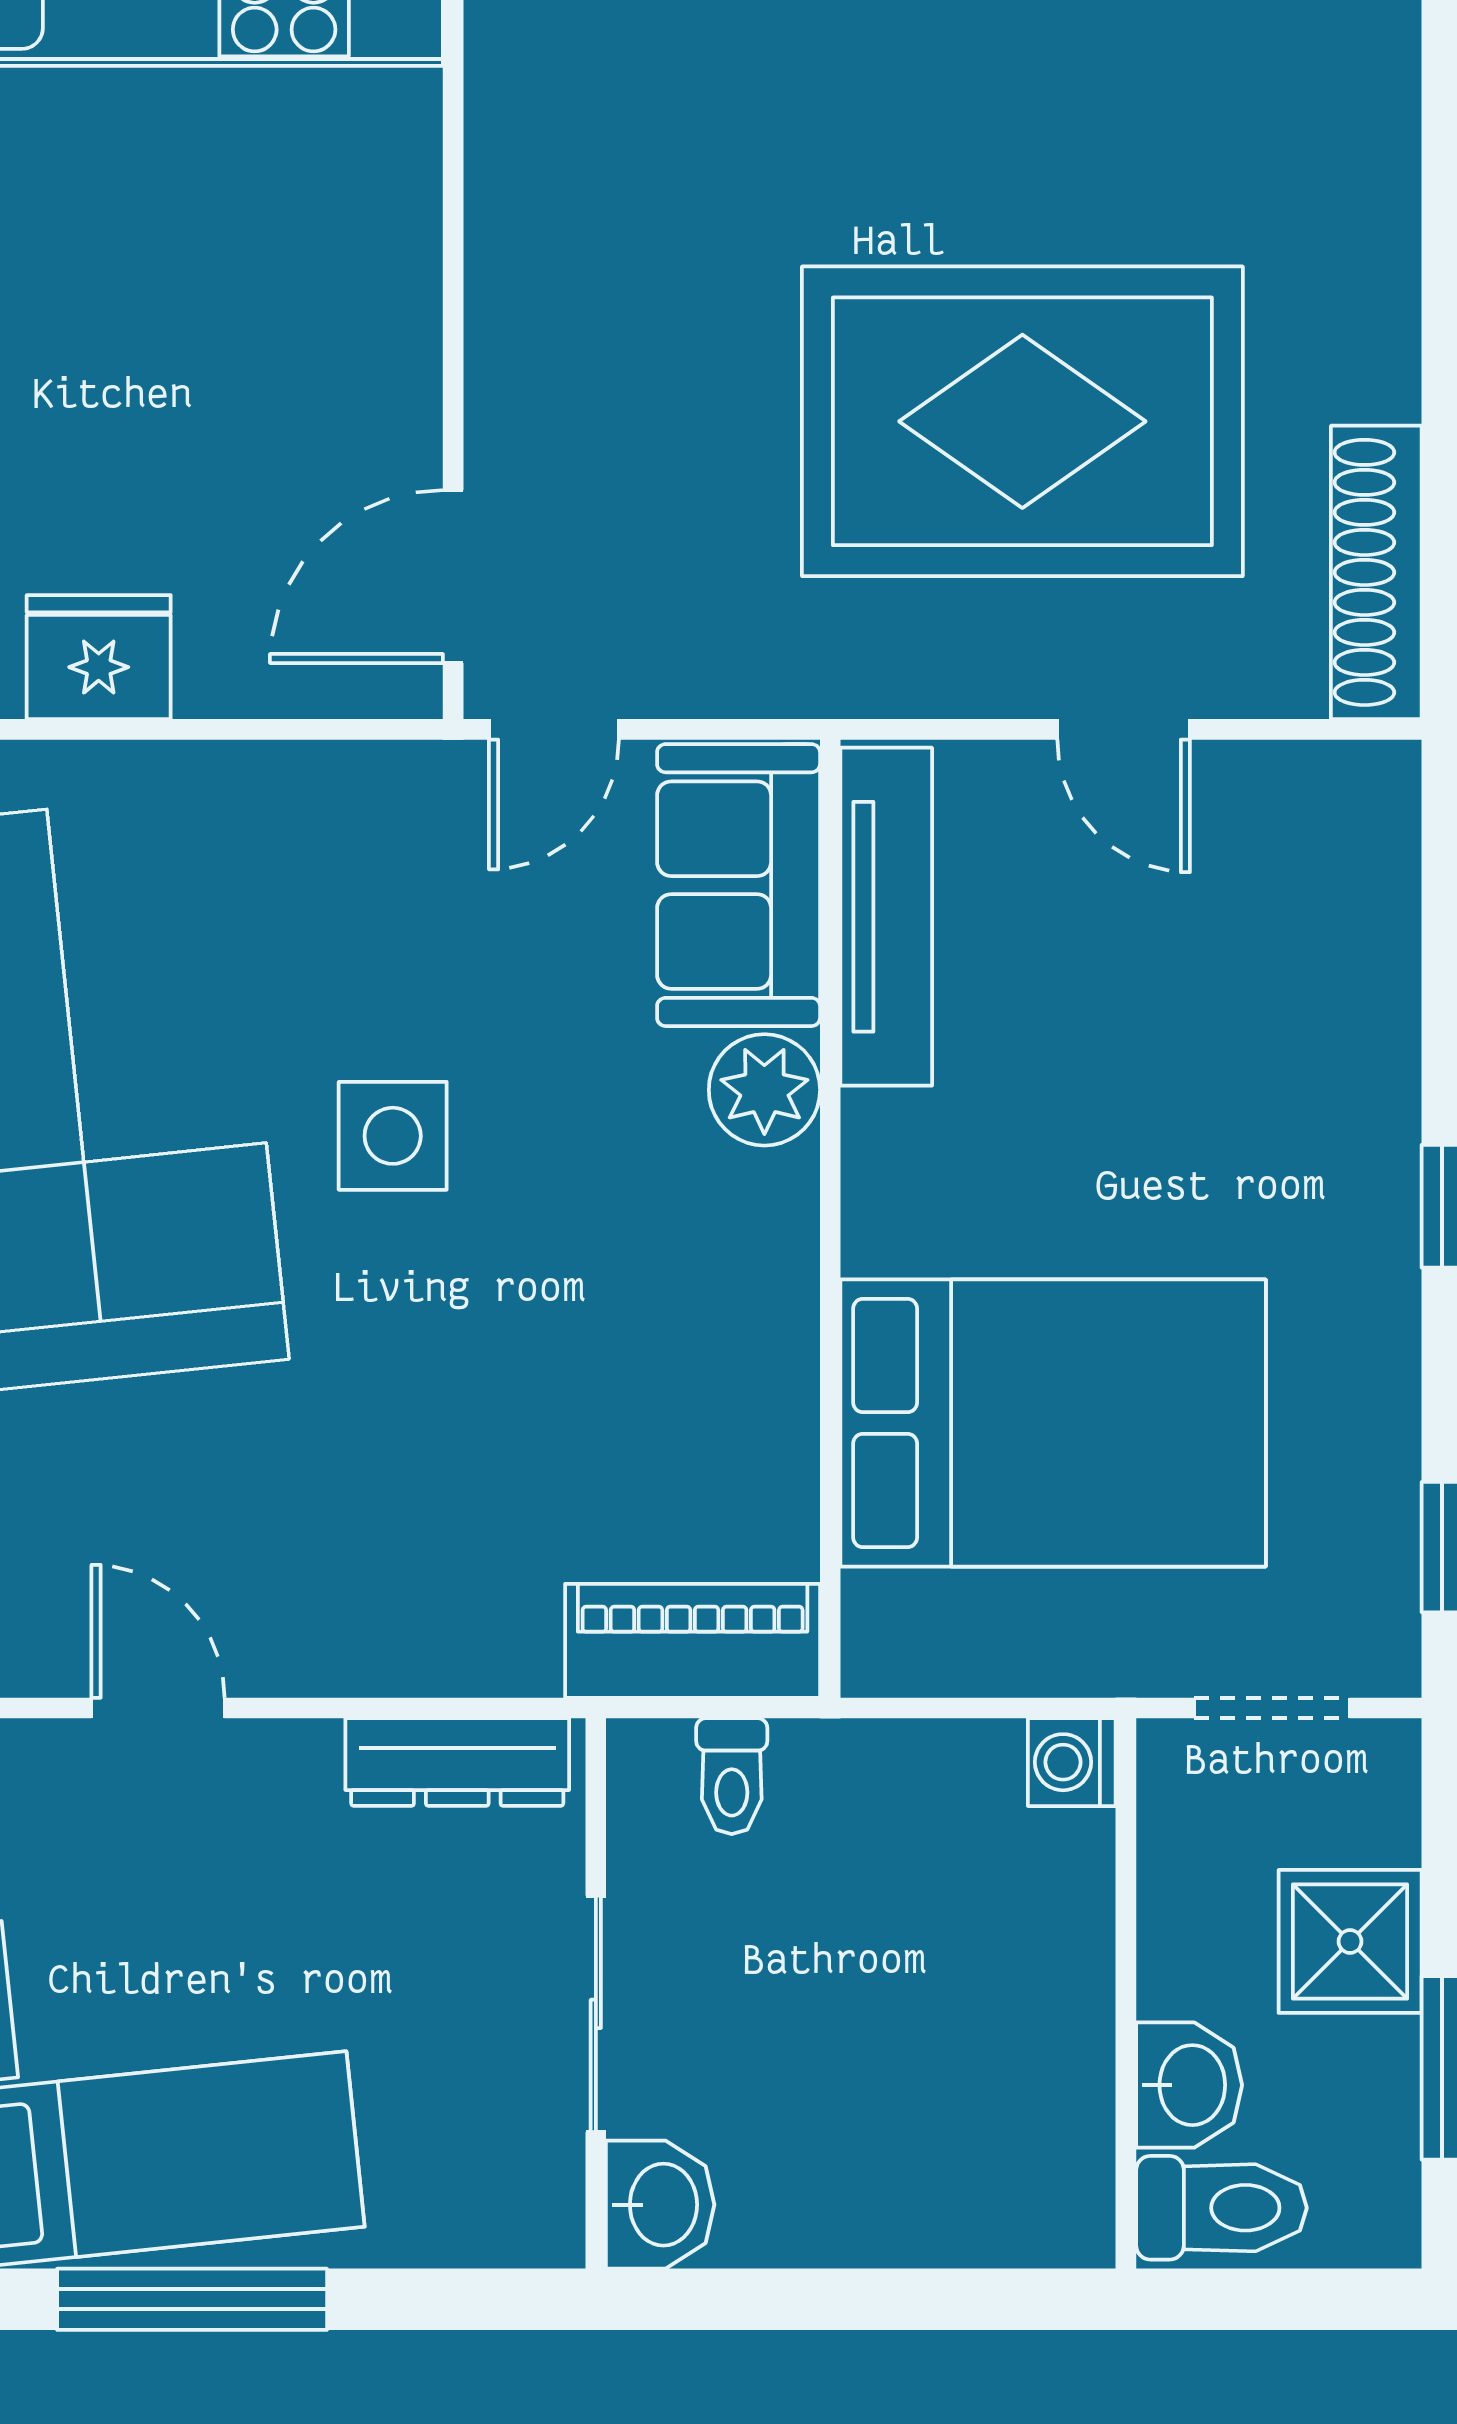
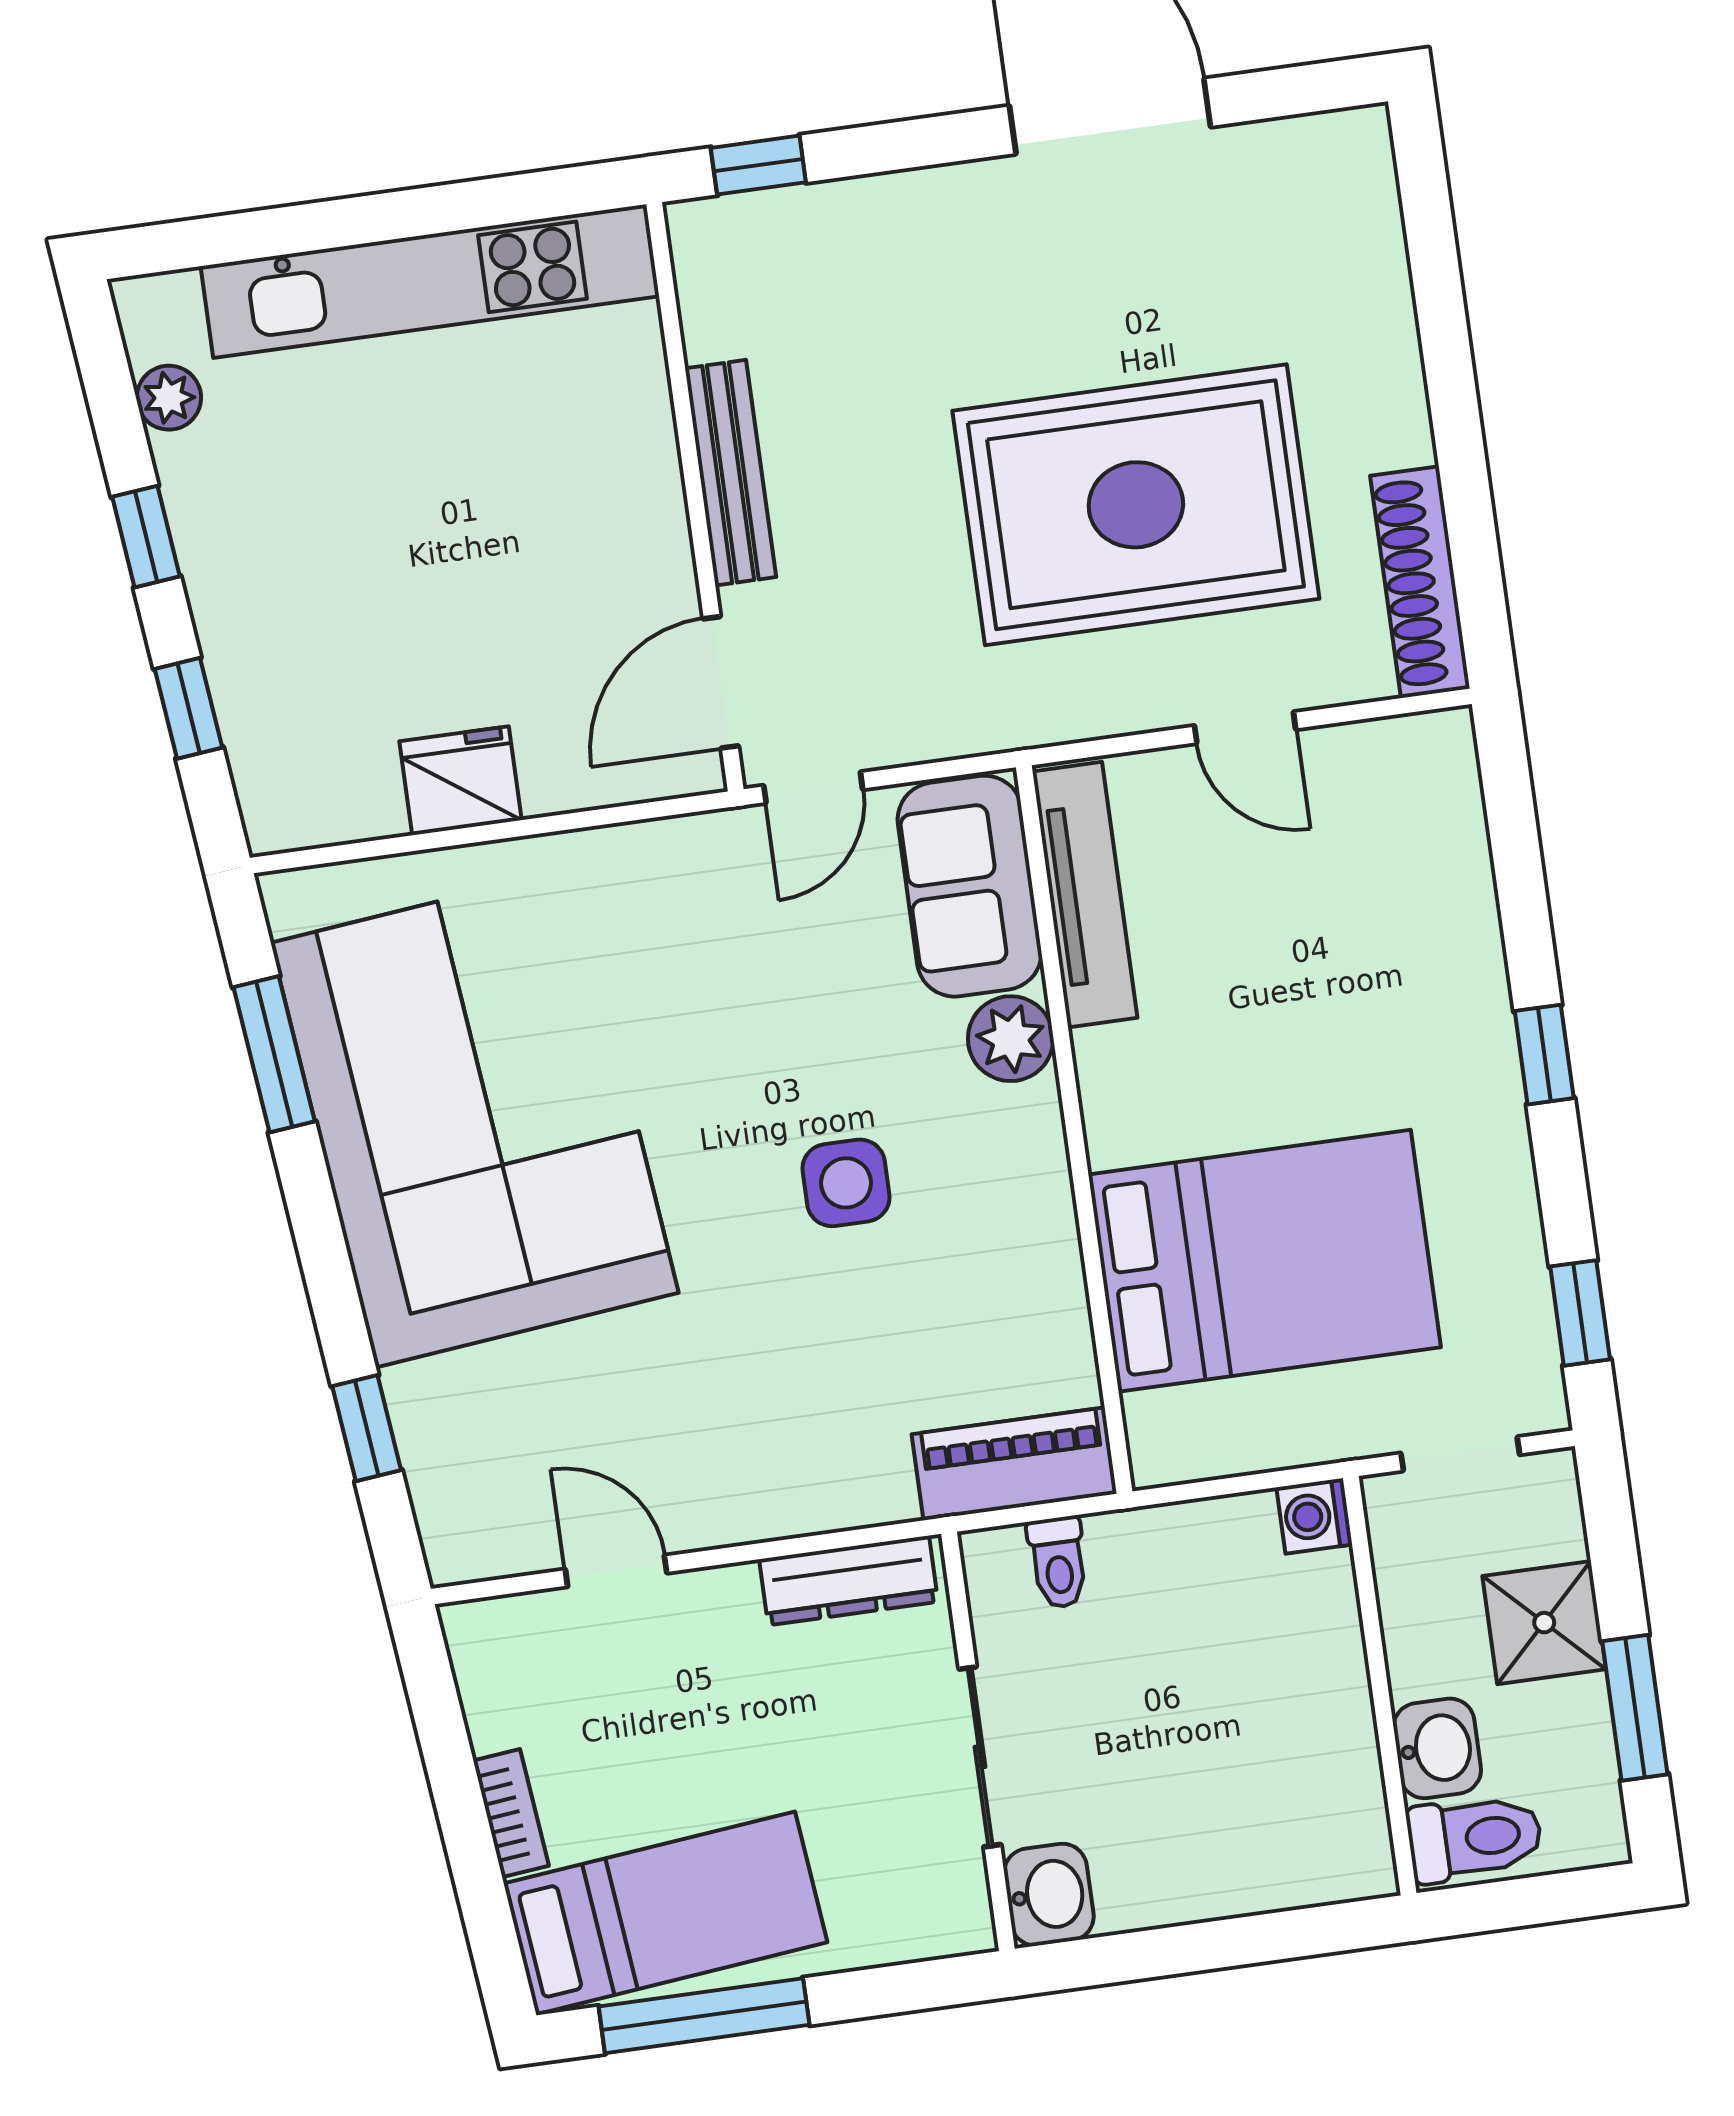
bench: (503, 307) -> (731, 473), added
side table: (393, 1136) -> (846, 1183), moved

